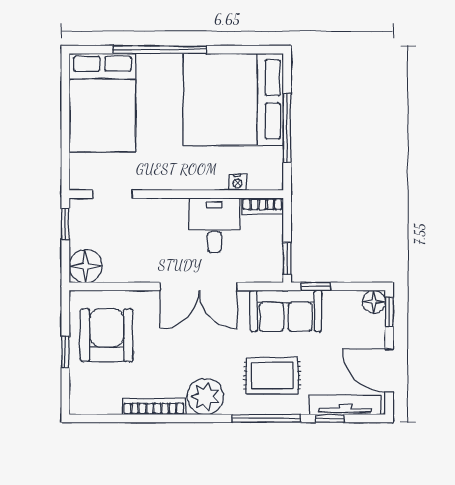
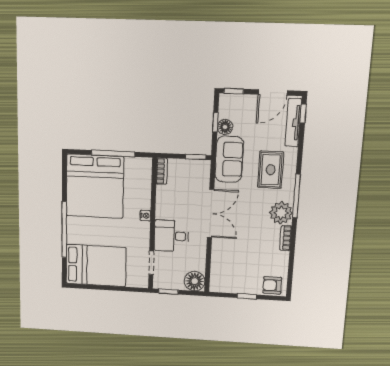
nightstand: (237, 182) -> (145, 216), moved
desk: (214, 225) -> (171, 236), moved
window: (316, 286) -> (215, 122), moved
floor lamp: (374, 302) -> (225, 127), moved
armchair: (107, 335) -> (272, 285), moved, width x0.53, depth x0.53
bookcase: (154, 407) -> (286, 238), width x0.64
window: (266, 418) -> (296, 196), moved
window: (330, 418) -> (303, 114), moved

